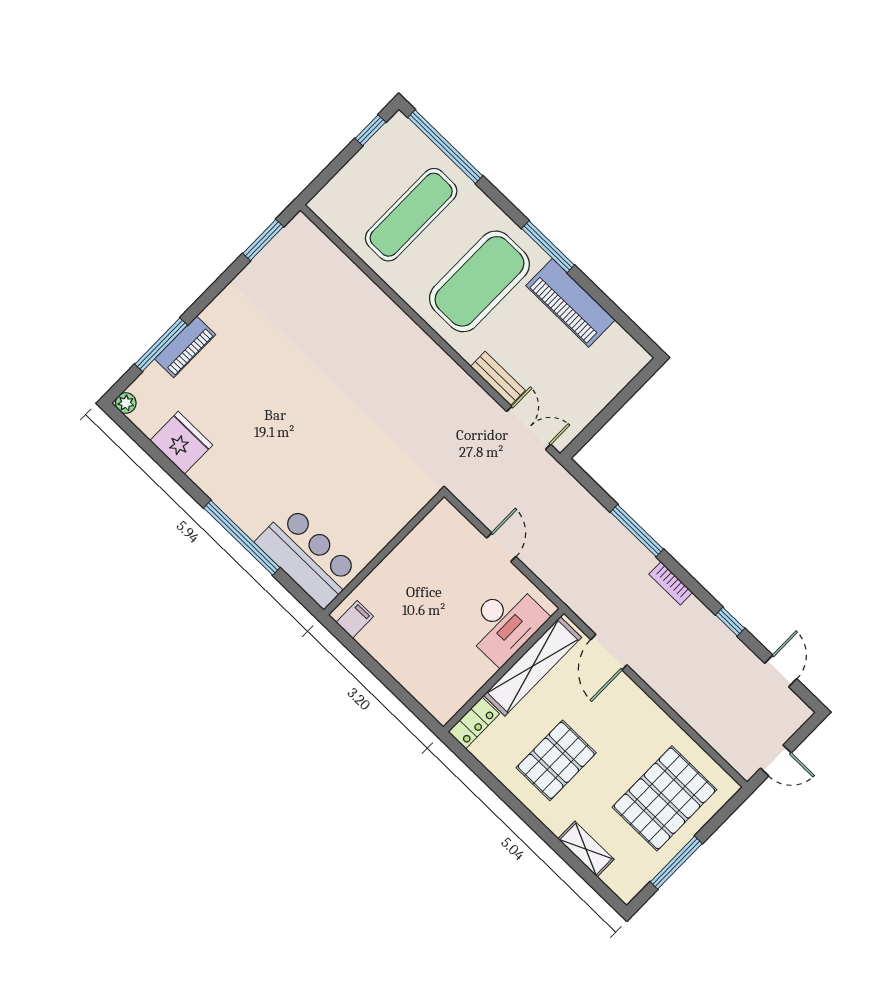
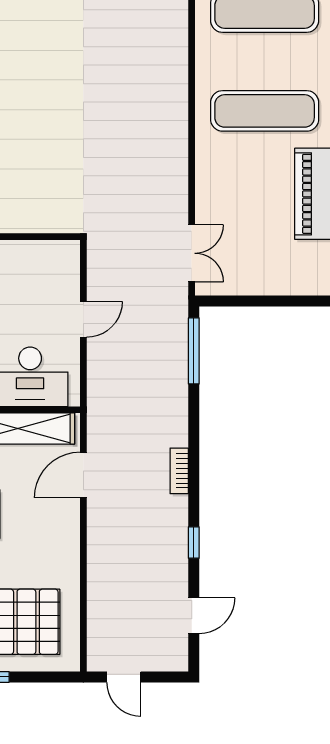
exercise mat: (479, 281) -> (265, 111), width x0.68
bench: (498, 378) -> (206, 195), removed
window: (637, 531) -> (194, 351), moved

